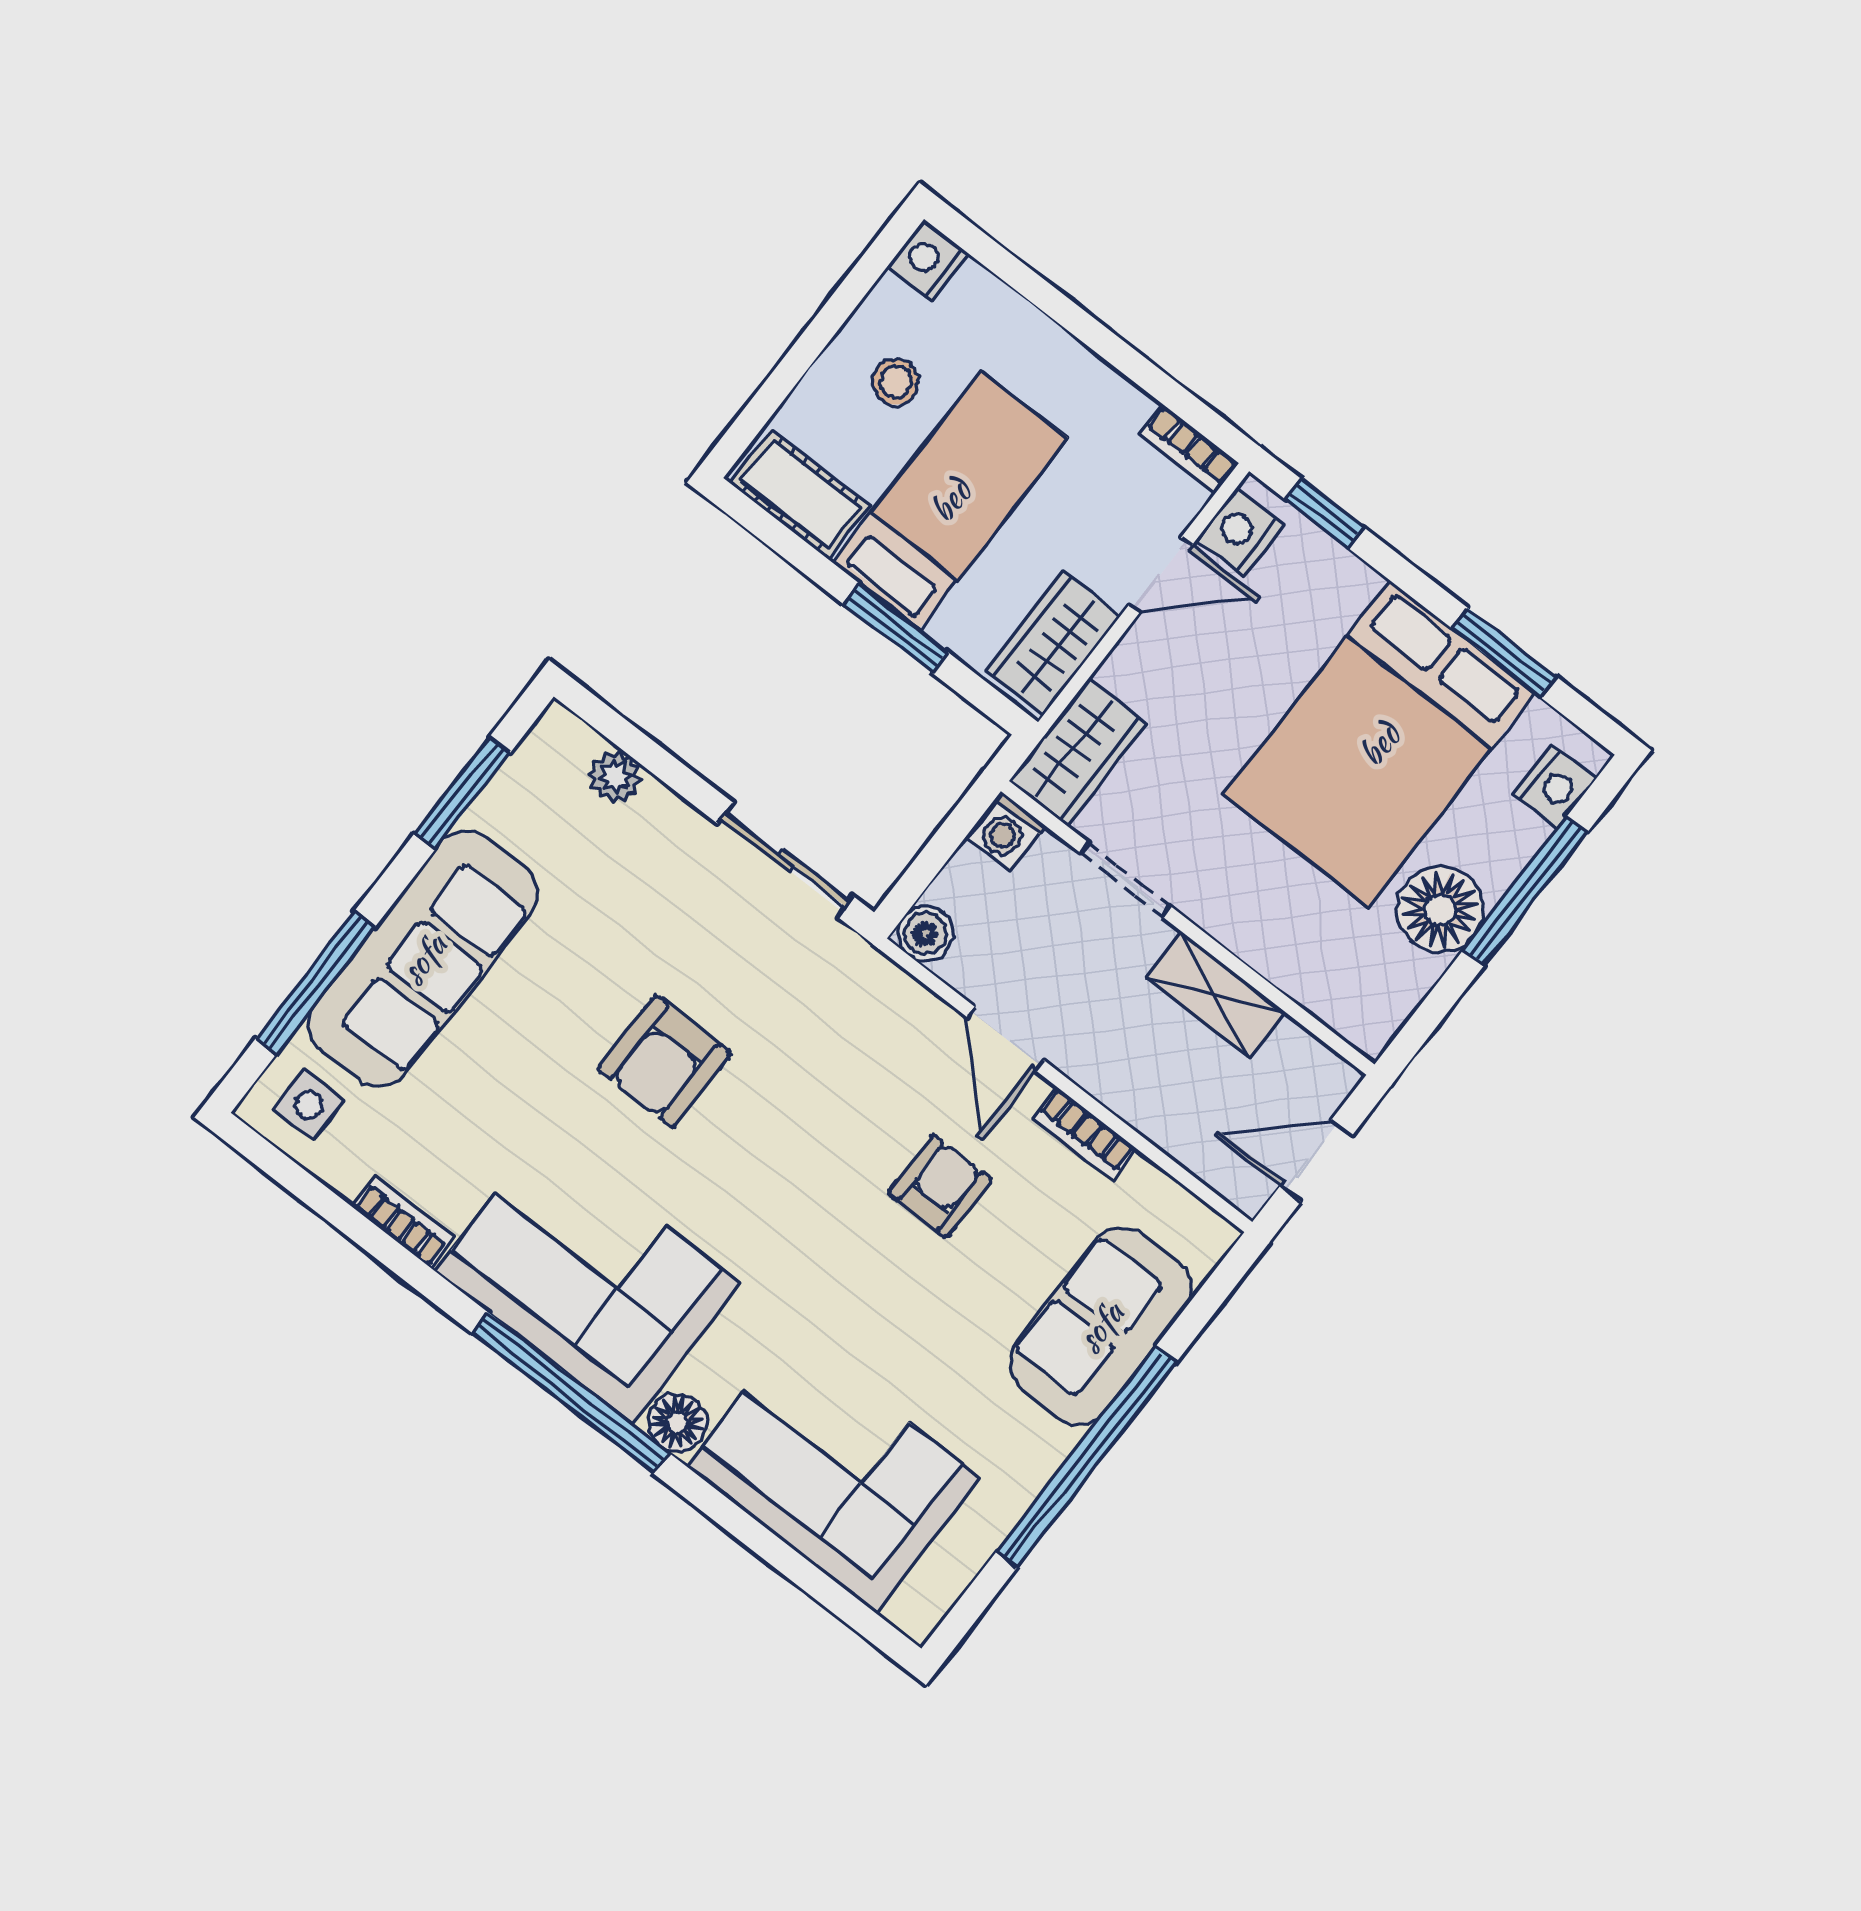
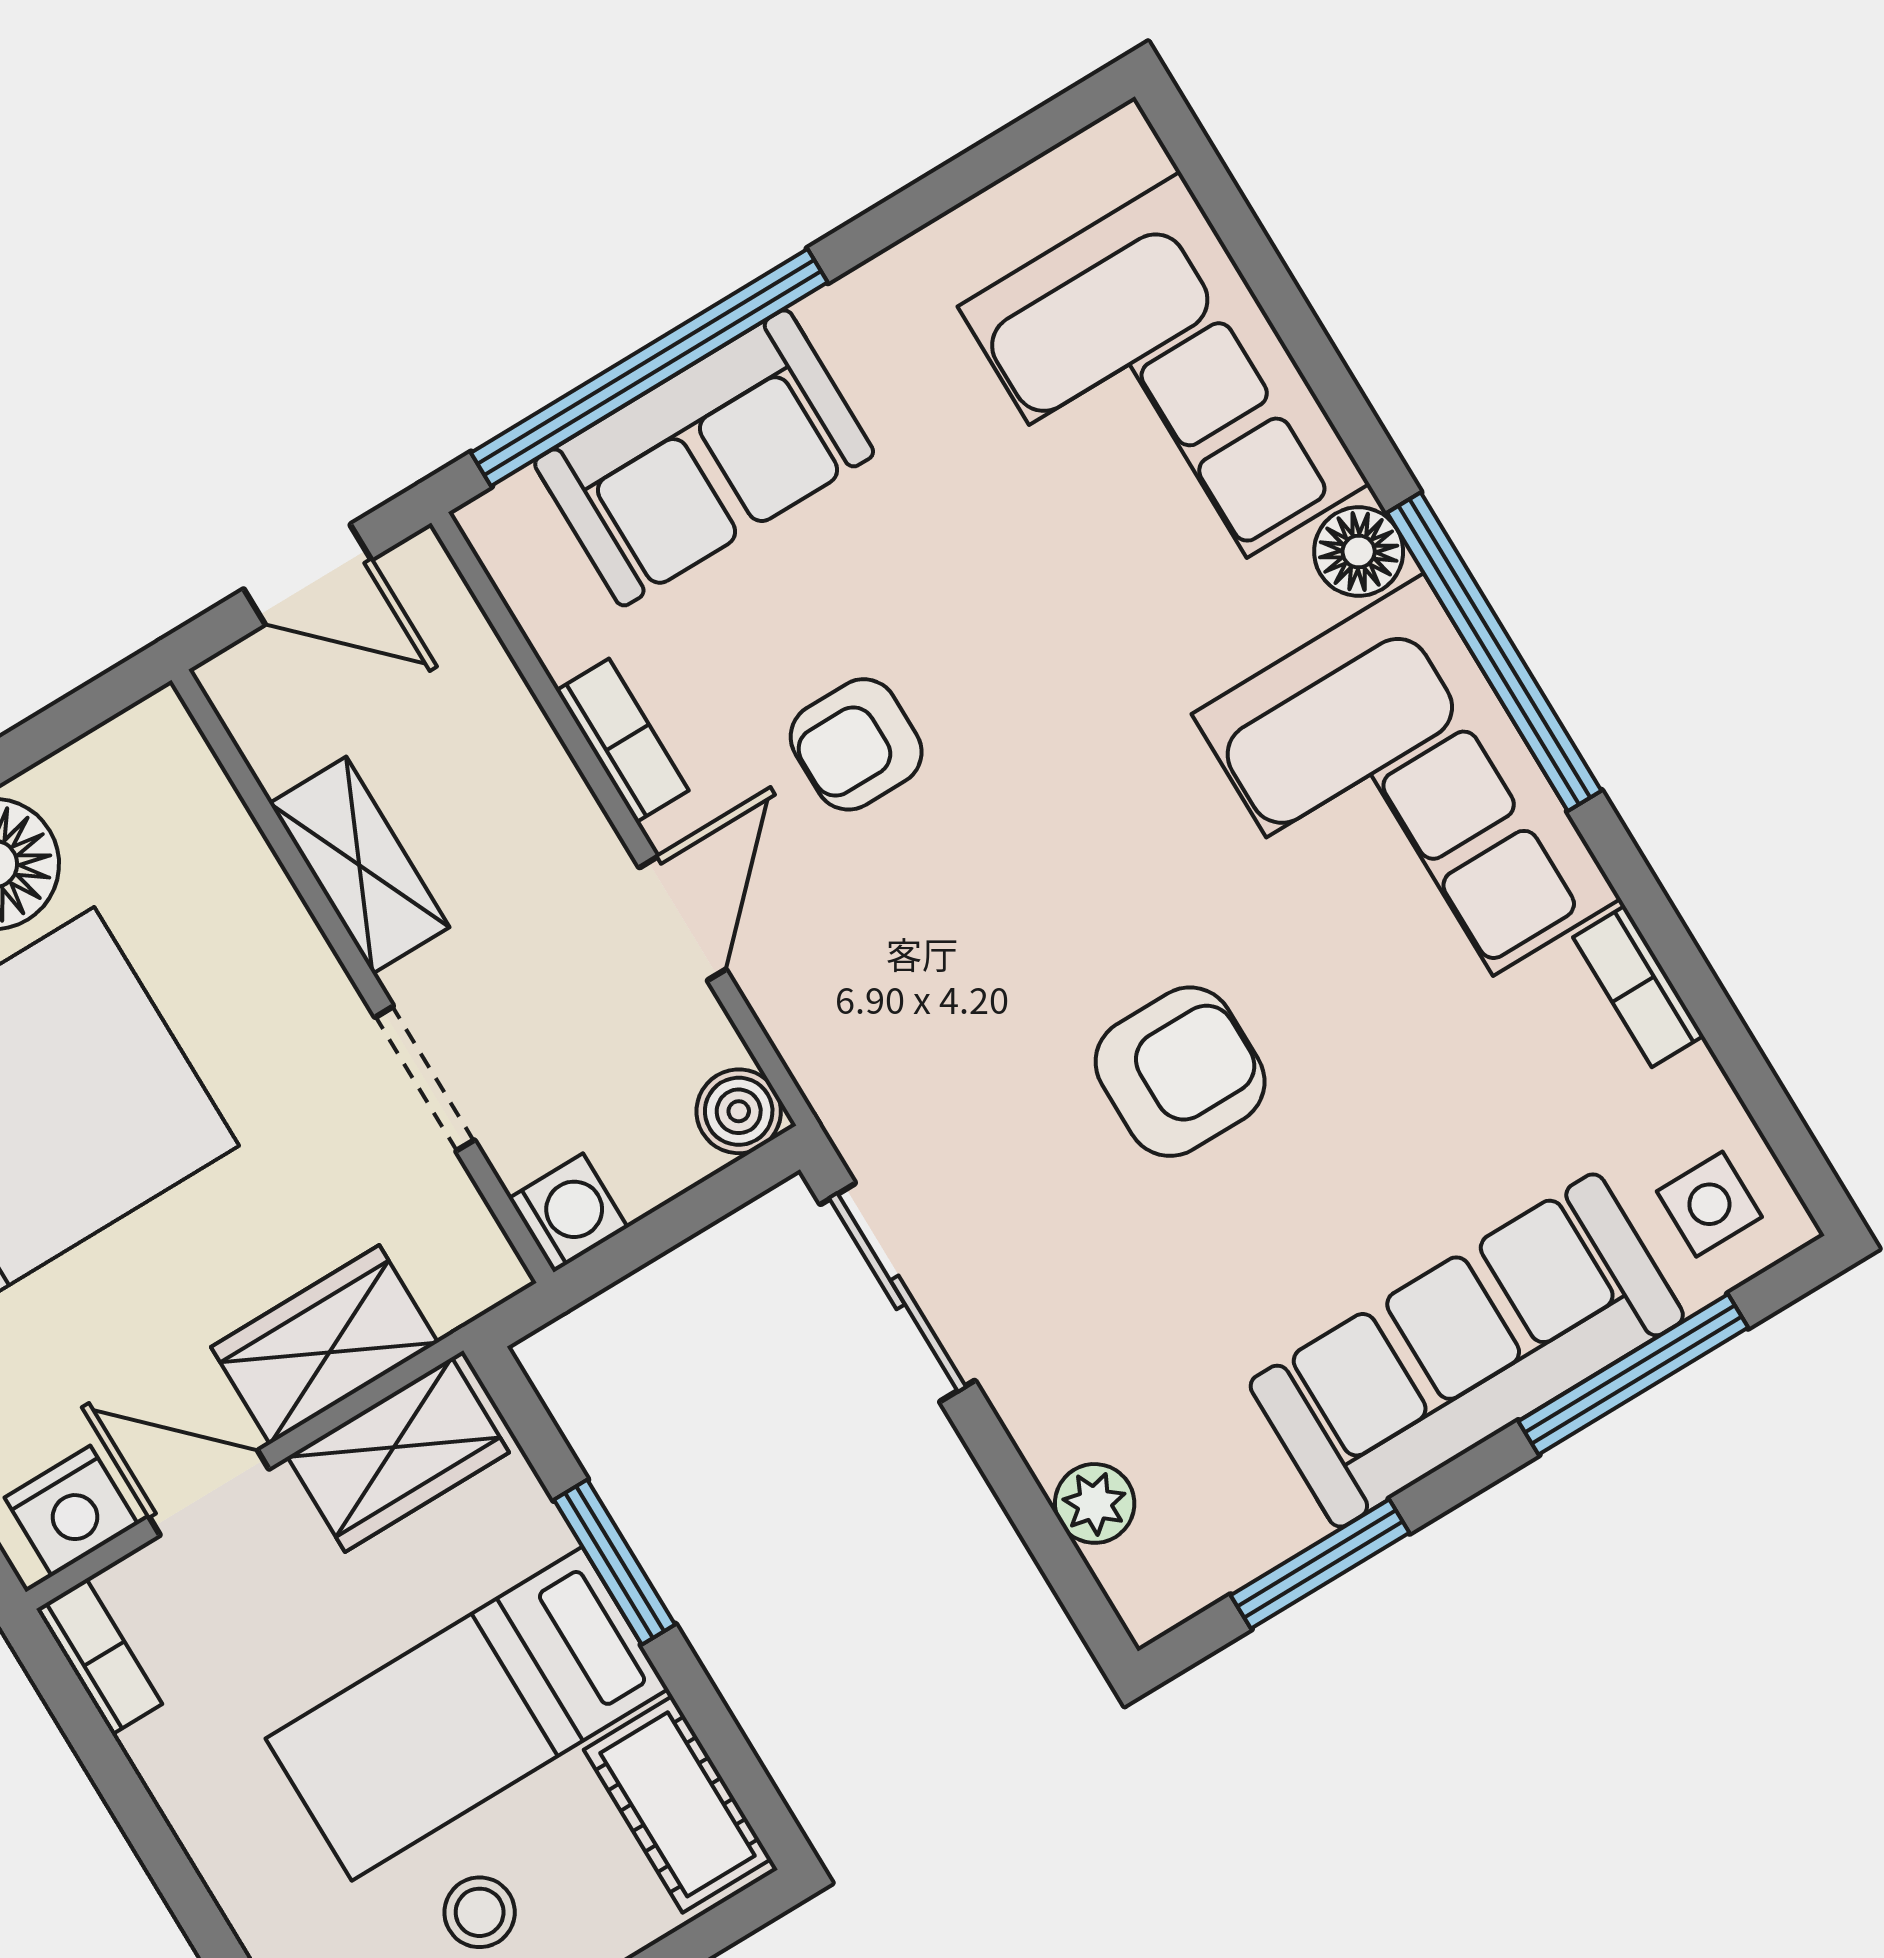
wardrobe: (1078, 753) -> (325, 1345), moved
window: (1086, 1457) -> (649, 367), moved

